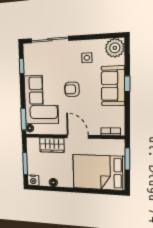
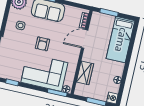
door: (78, 137) -> (85, 39), moved
bed: (99, 172) -> (121, 40), width x0.67

